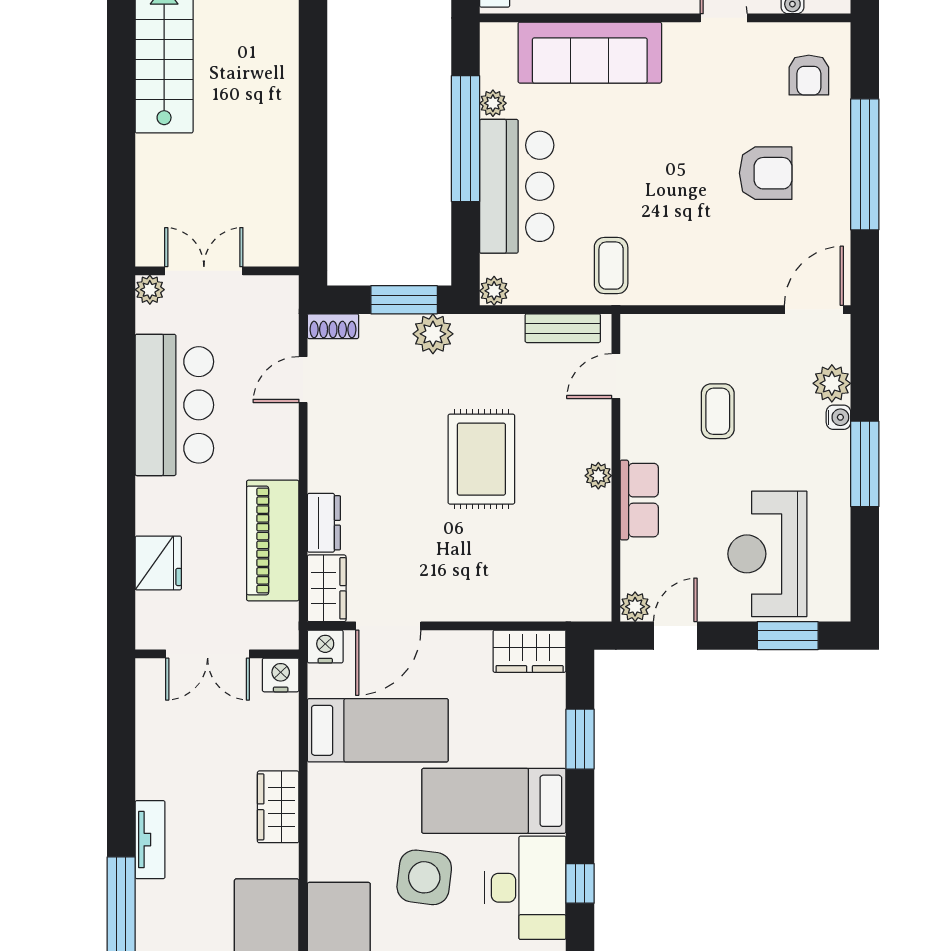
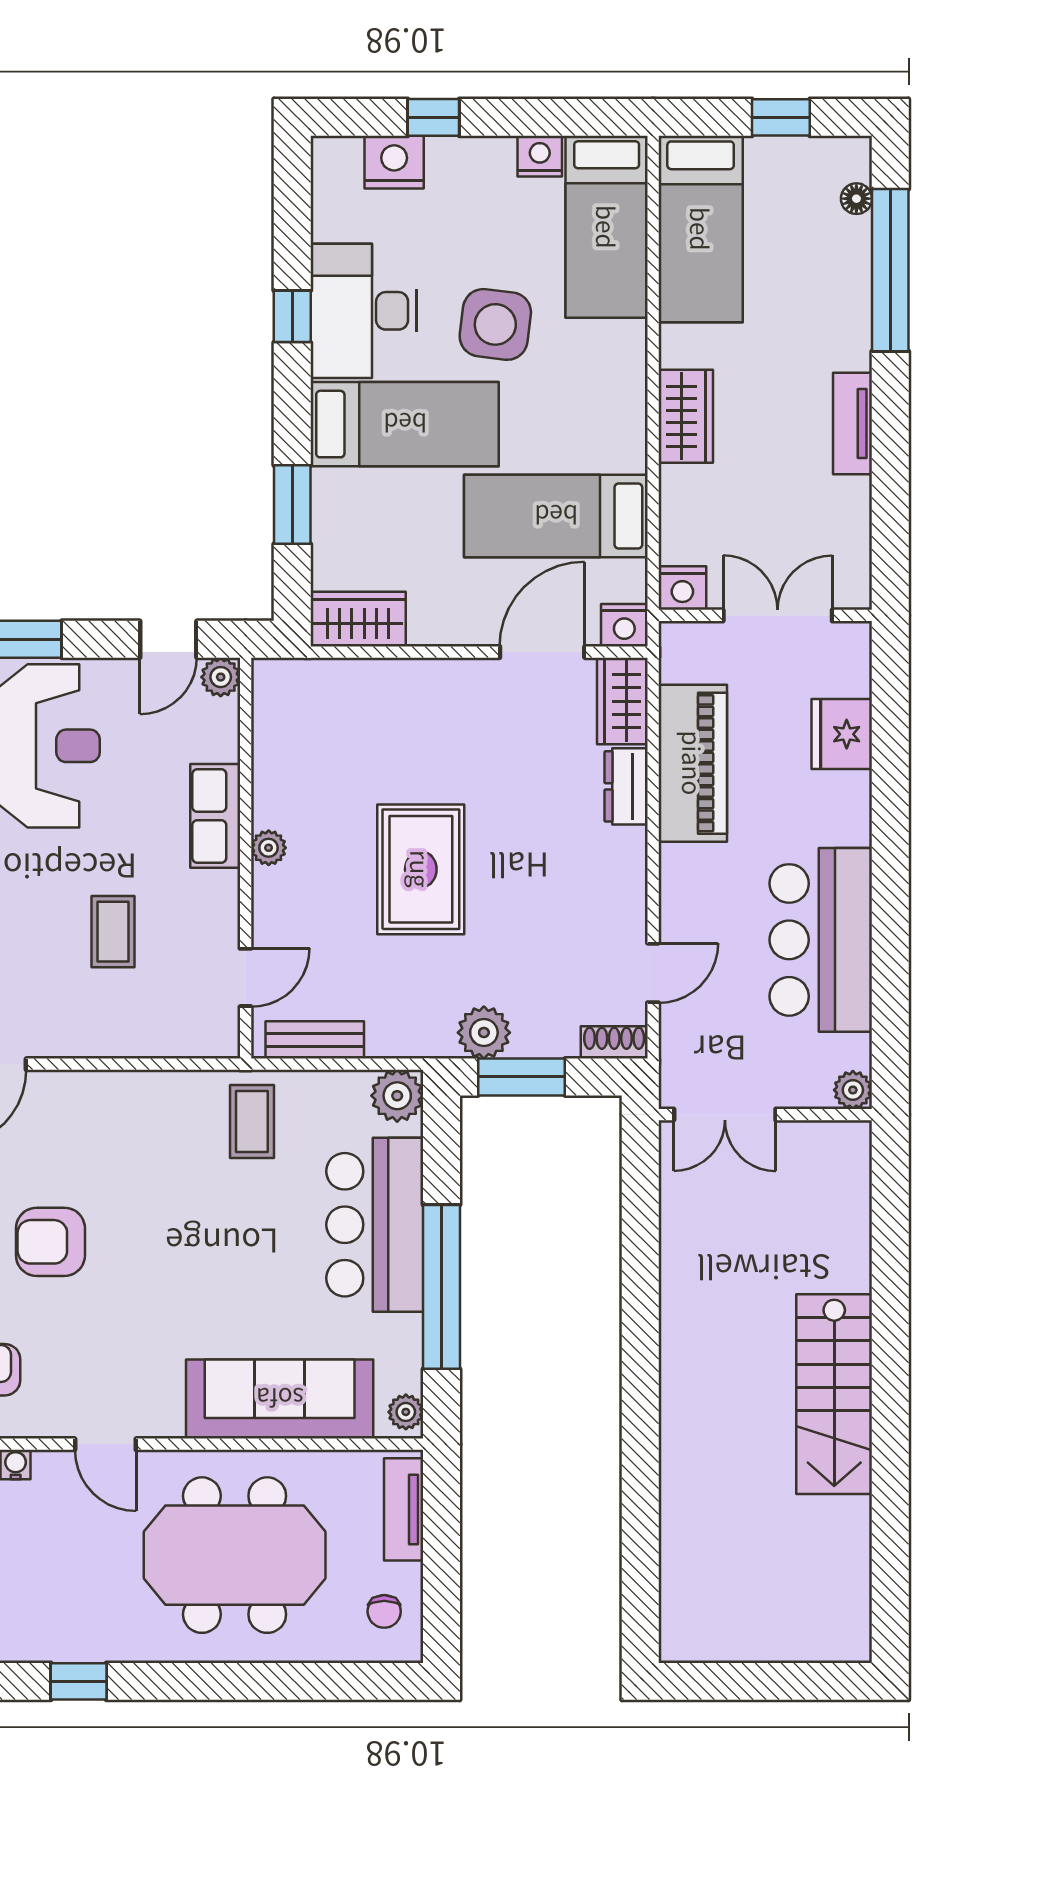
plant: (493, 103) -> (406, 1412), moved
double door: (204, 271) -> (725, 1115), moved
plant: (494, 291) -> (397, 1096), width x1.38, depth x1.38
tv unit: (150, 840) -> (853, 424), moved

